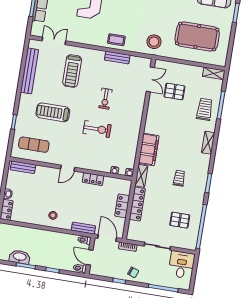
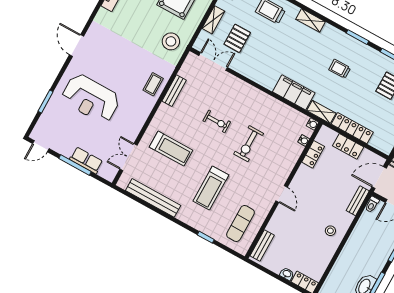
shelving: (182, 68) -> (213, 20), added
exercise bike: (97, 129) -> (249, 144), turned 180
locker: (93, 179) -> (313, 154), moved

